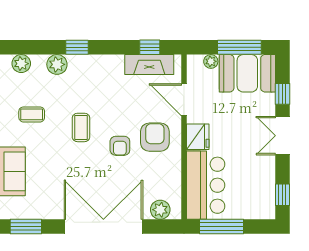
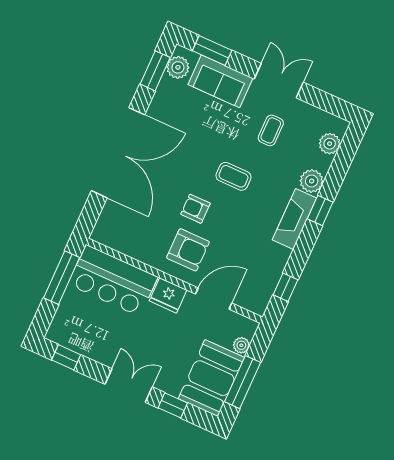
fireplace: (149, 64) -> (294, 219), moved
plant: (160, 210) -> (178, 67), moved

